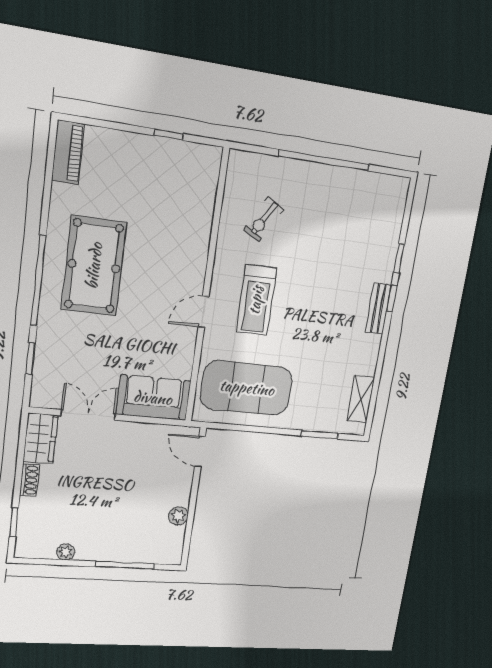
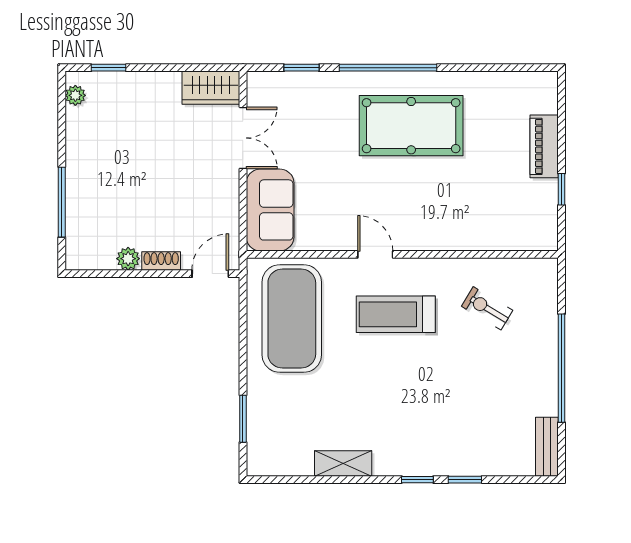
piano: (68, 152) -> (544, 146), moved, turned 90
bench: (378, 309) -> (547, 447), moved, turned 90
shelving: (361, 399) -> (343, 463), moved
shoe rack: (29, 480) -> (161, 261), moved, turned 180
plant: (66, 552) -> (75, 95), moved

